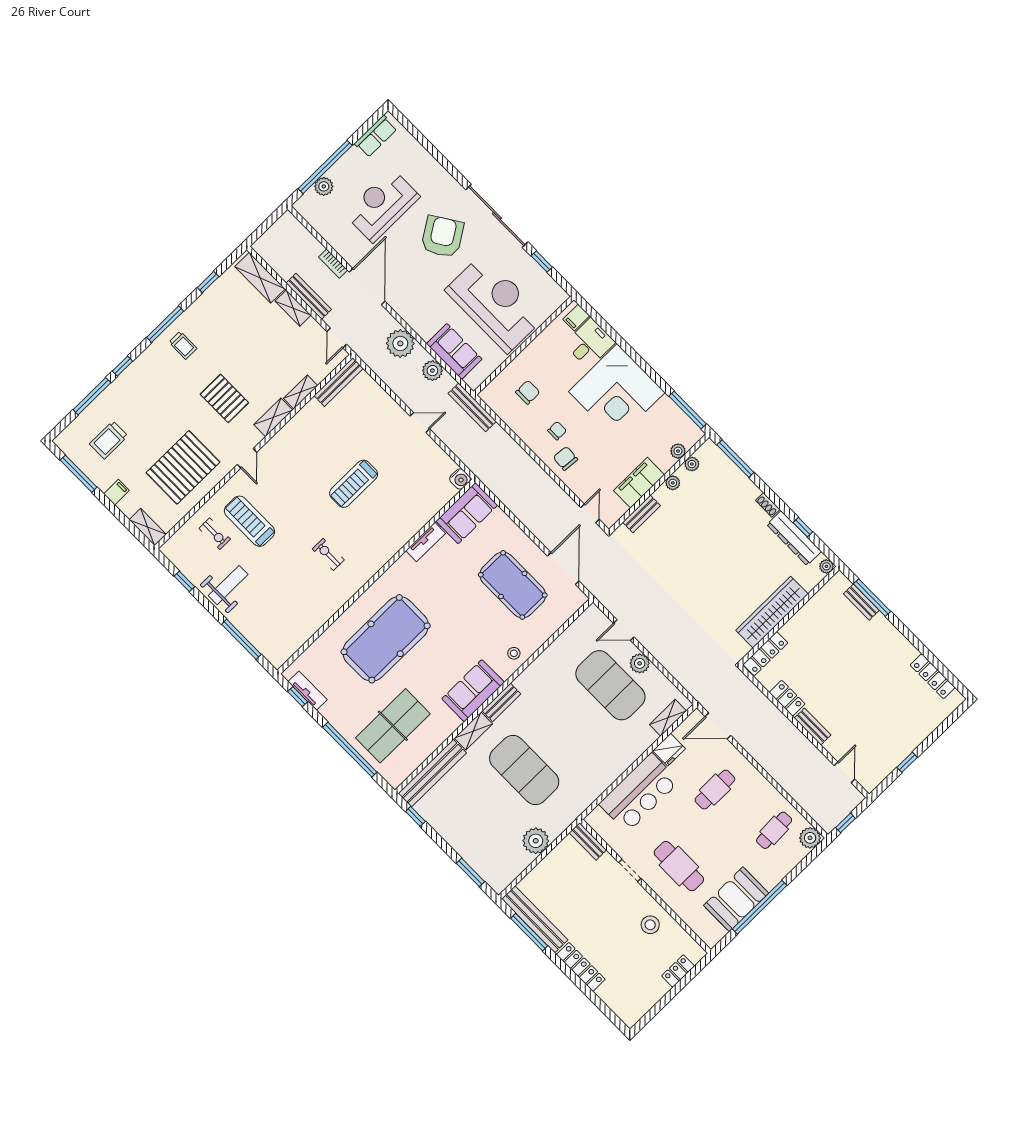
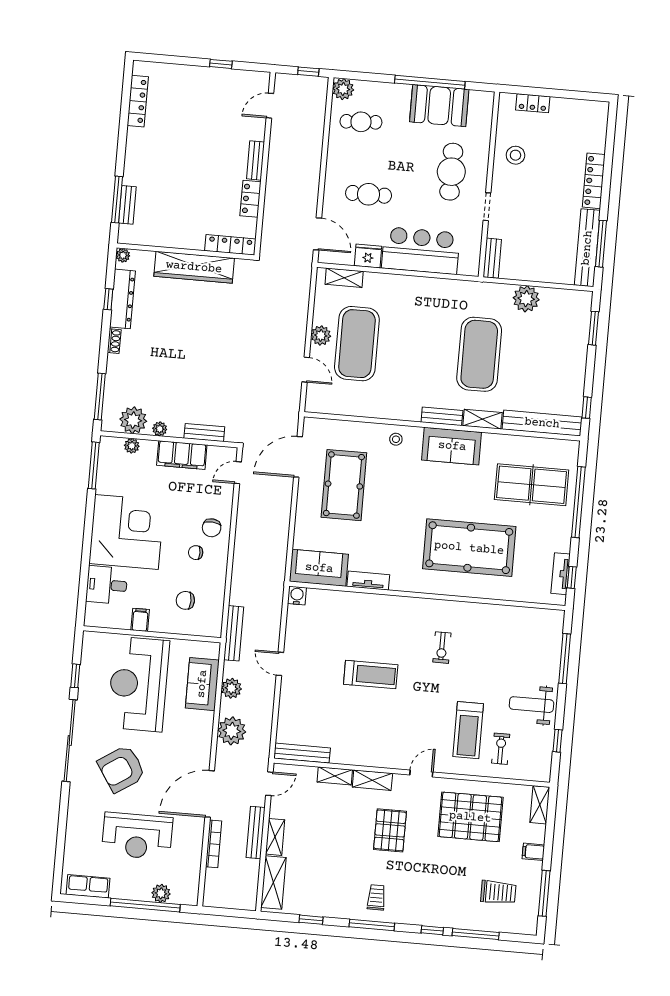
bookcase: (333, 264) -> (214, 844), width x1.56
filing cabinet: (576, 318) -> (140, 620), moved, turned -90
plant: (692, 464) -> (133, 420), width x1.88, depth x1.88

